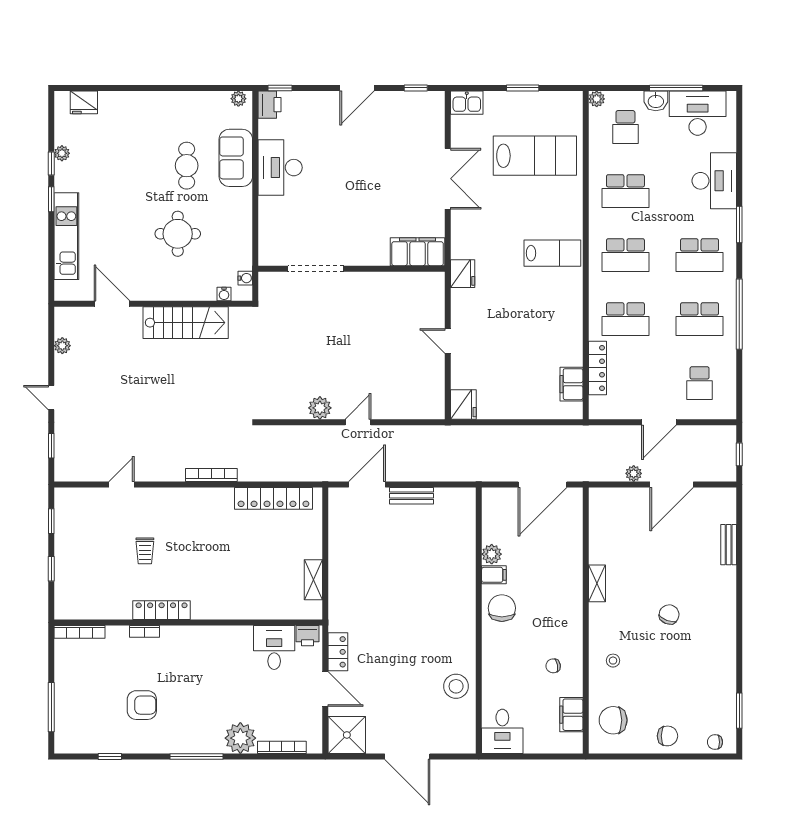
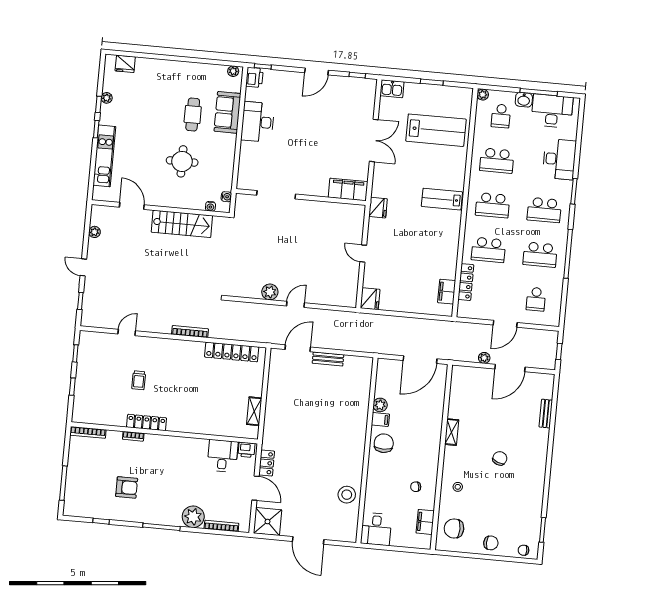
lab bench: (552, 253) -> (442, 199), turned 180

